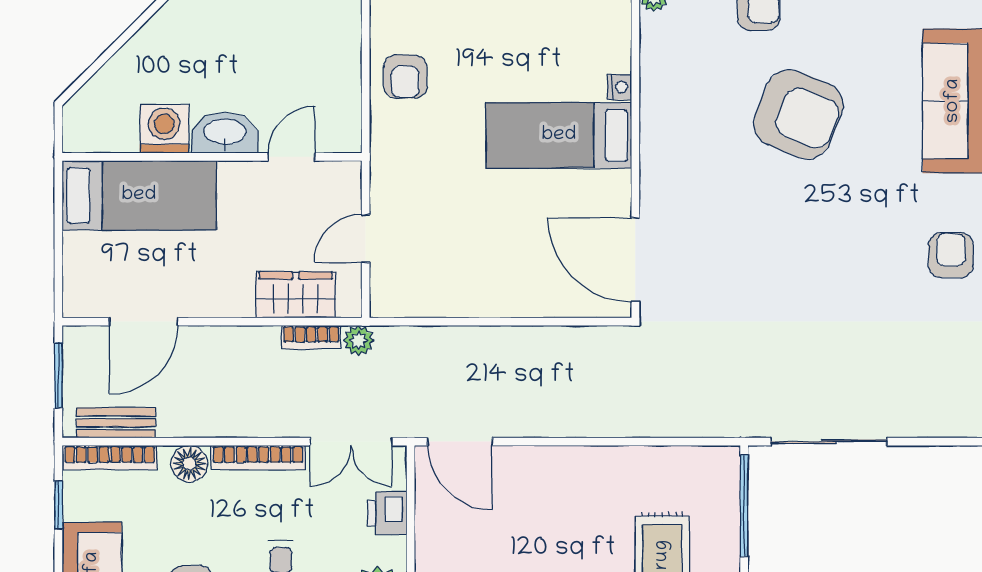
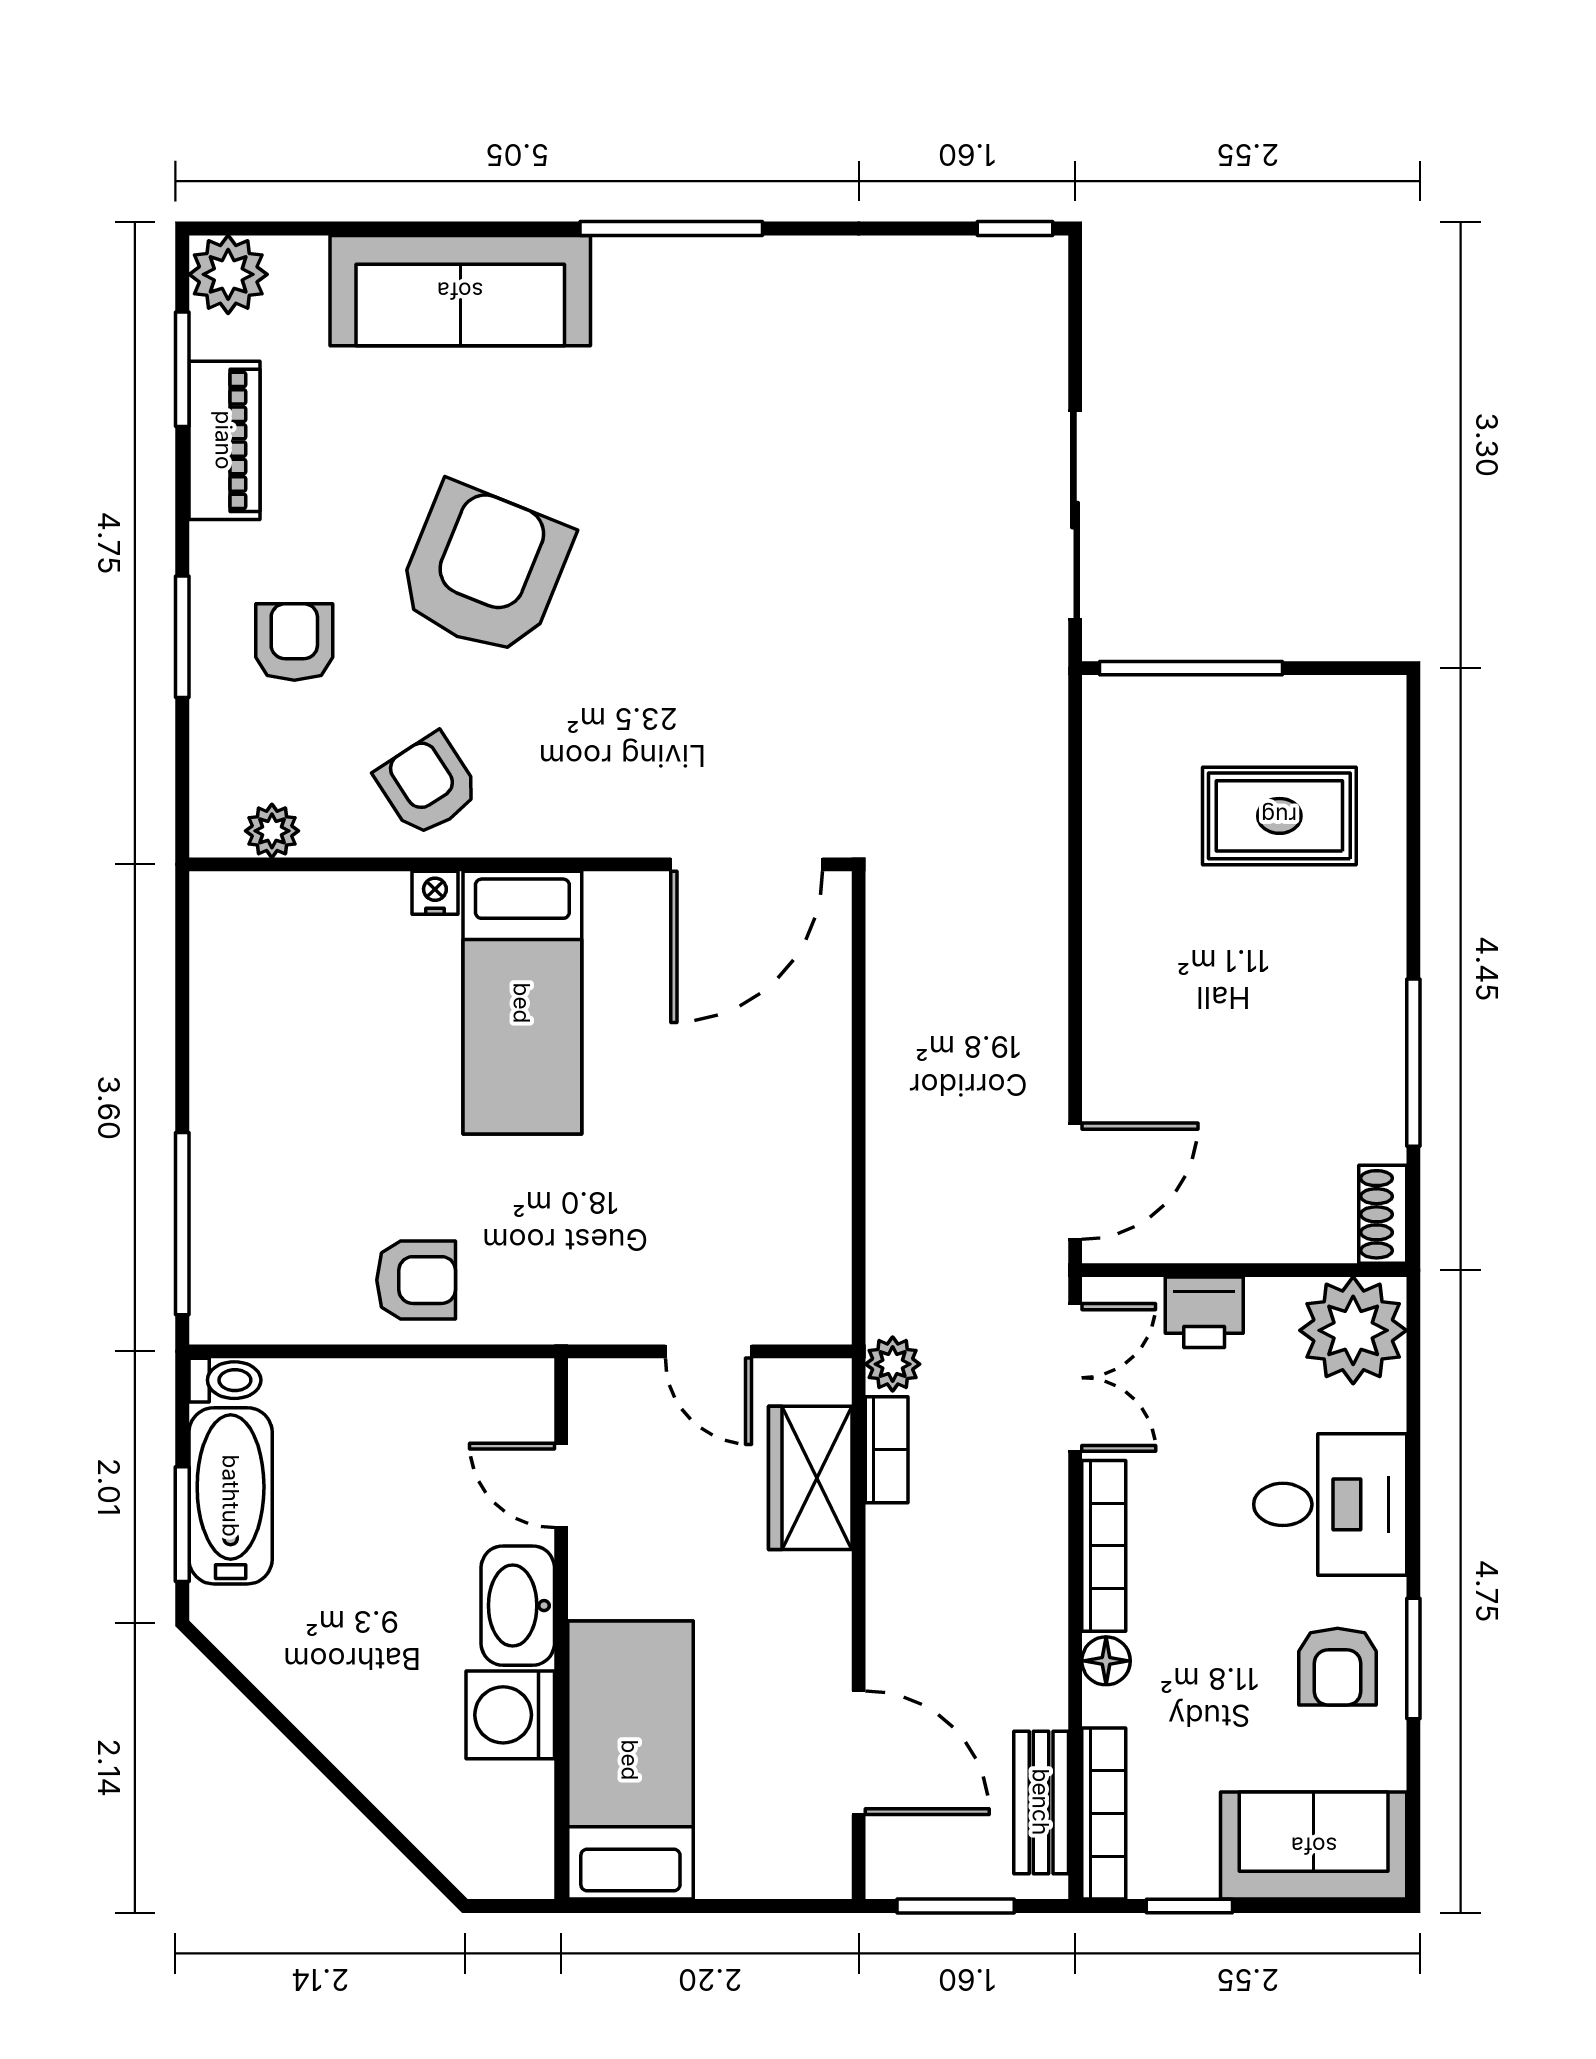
armchair: (951, 255) -> (428, 785), moved, turned 57
floor lamp: (189, 464) -> (1106, 1661), width x0.73, depth x0.73

